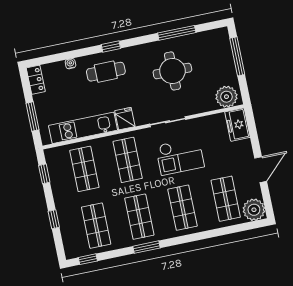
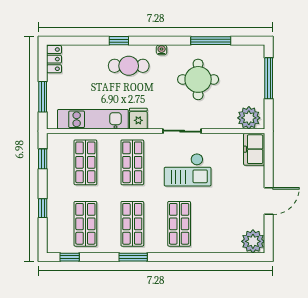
window: (111, 46) -> (119, 41), moved
water cooler: (70, 64) -> (162, 50), moved
shop shelf: (226, 199) -> (226, 224), removed

